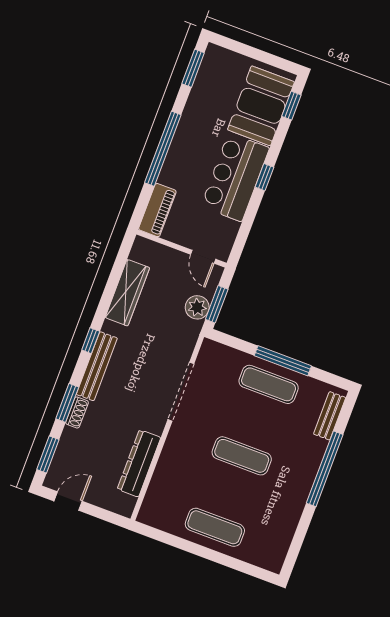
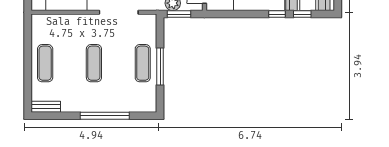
window: (291, 106) -> (302, 14), moved
window: (264, 177) -> (277, 14), moved
bench: (330, 416) -> (46, 107), moved

